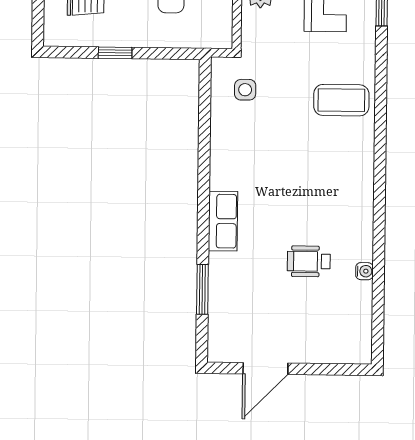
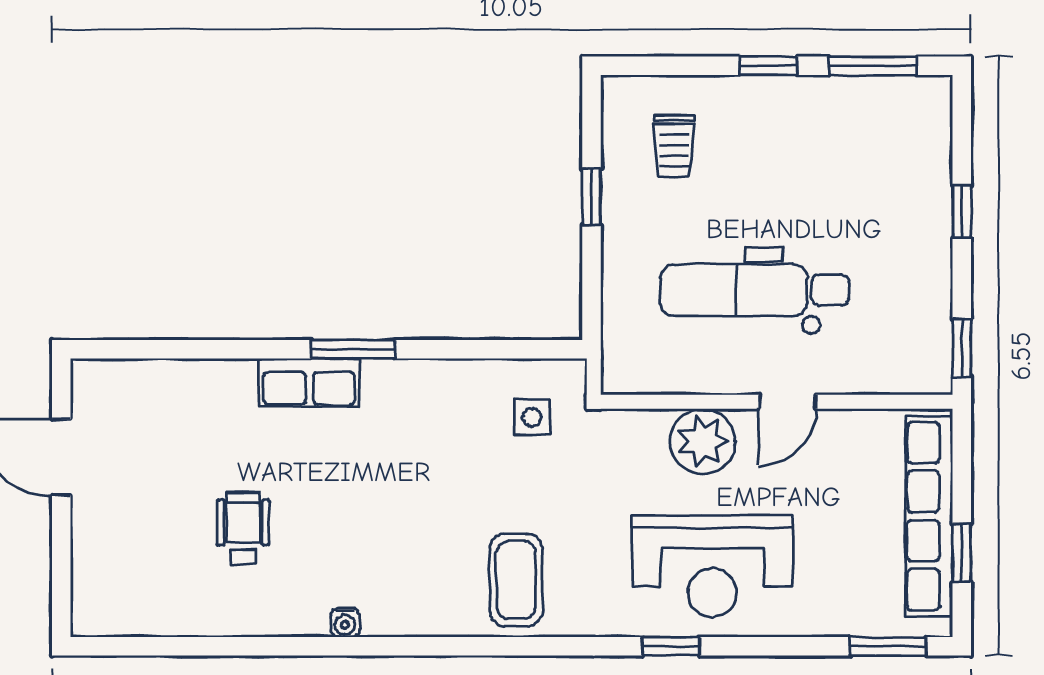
water cooler: (364, 271) -> (345, 623), moved
window: (202, 289) -> (353, 349), moved

